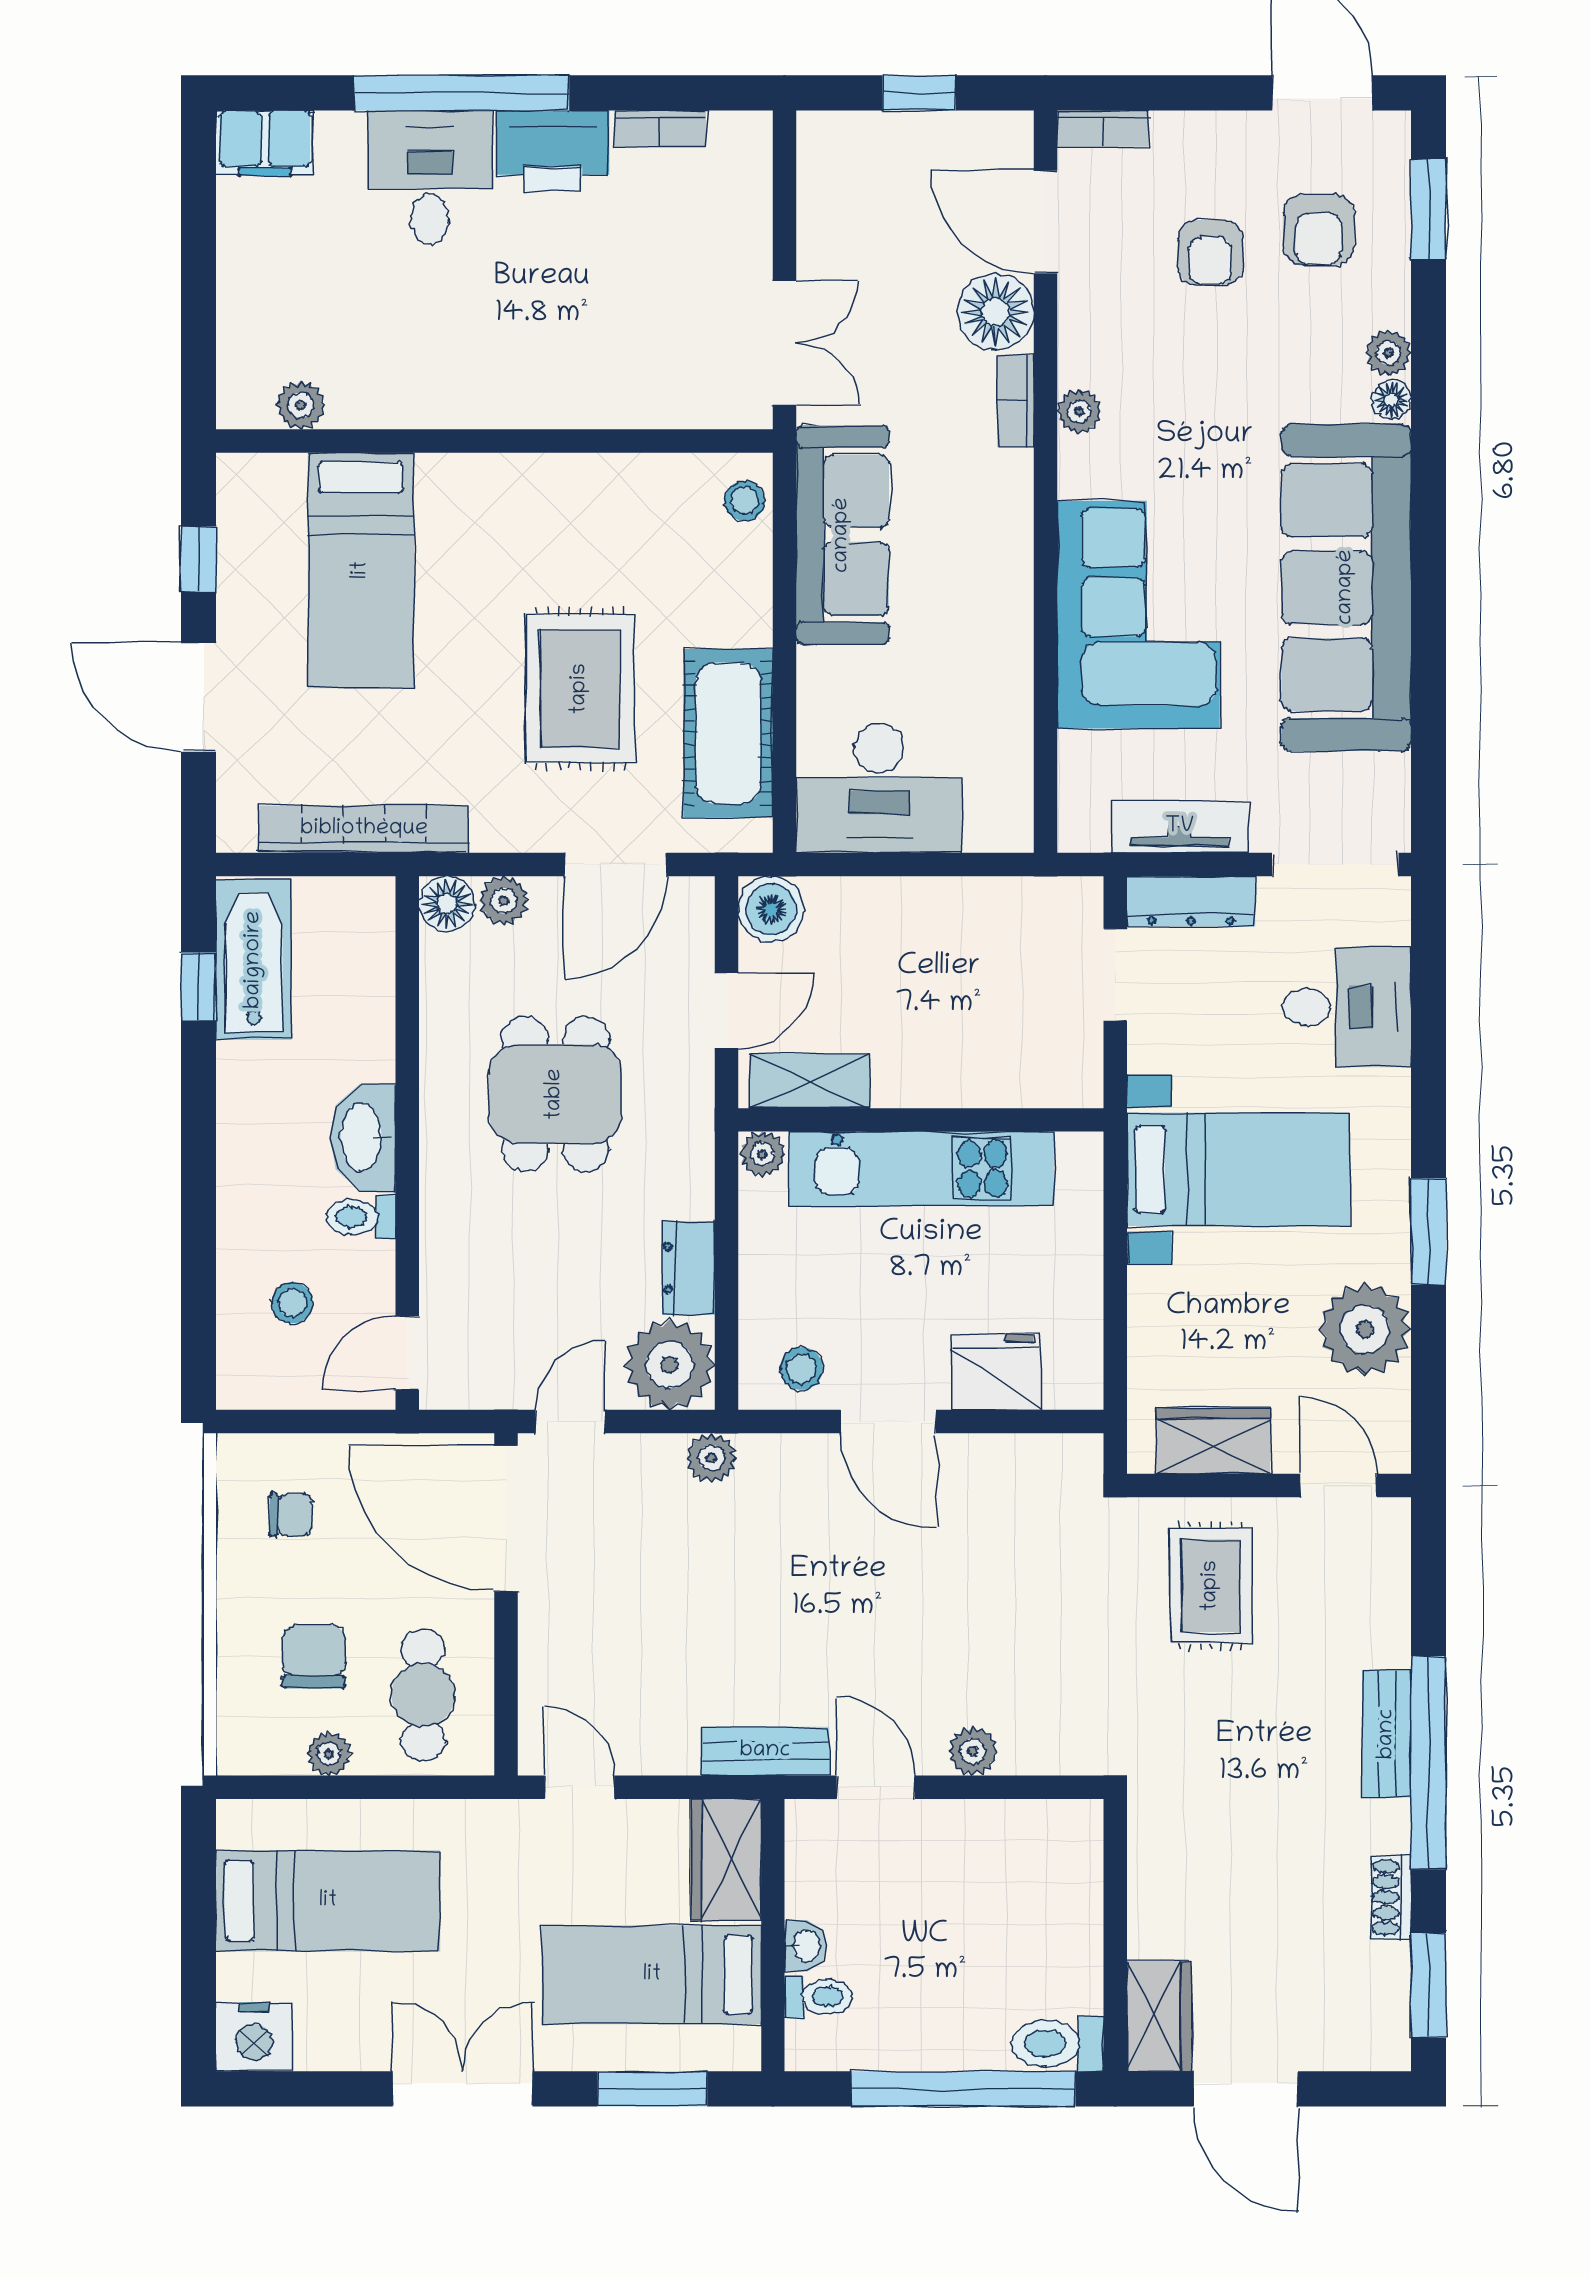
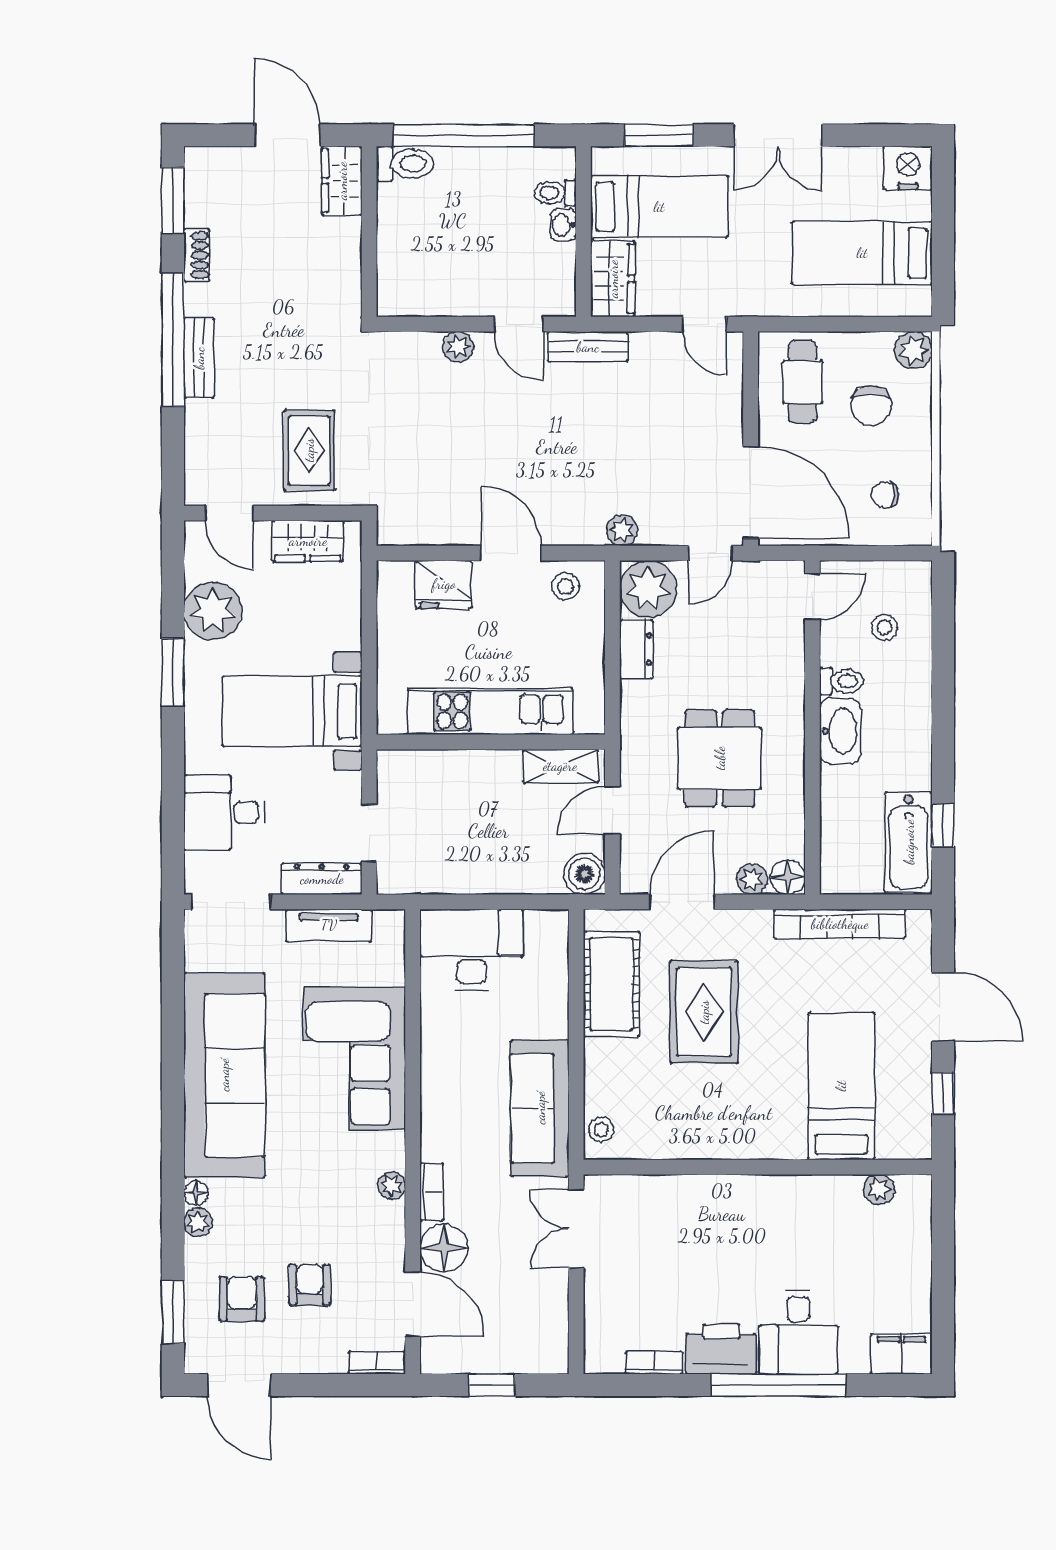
desk: (879, 788) -> (472, 950), moved
plant: (762, 1154) -> (590, 721), removed
plant: (329, 1754) -> (913, 350), moved, width x1.38, depth x1.38

